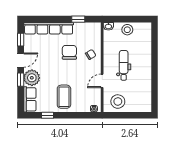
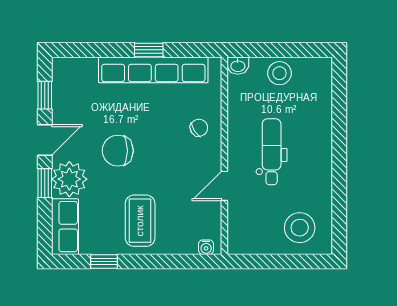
window: (78, 19) -> (149, 50), moved
row of seats: (49, 28) -> (153, 70), moved
chair: (69, 52) -> (118, 151), moved, turned -90
stool: (118, 102) -> (300, 228), moved

